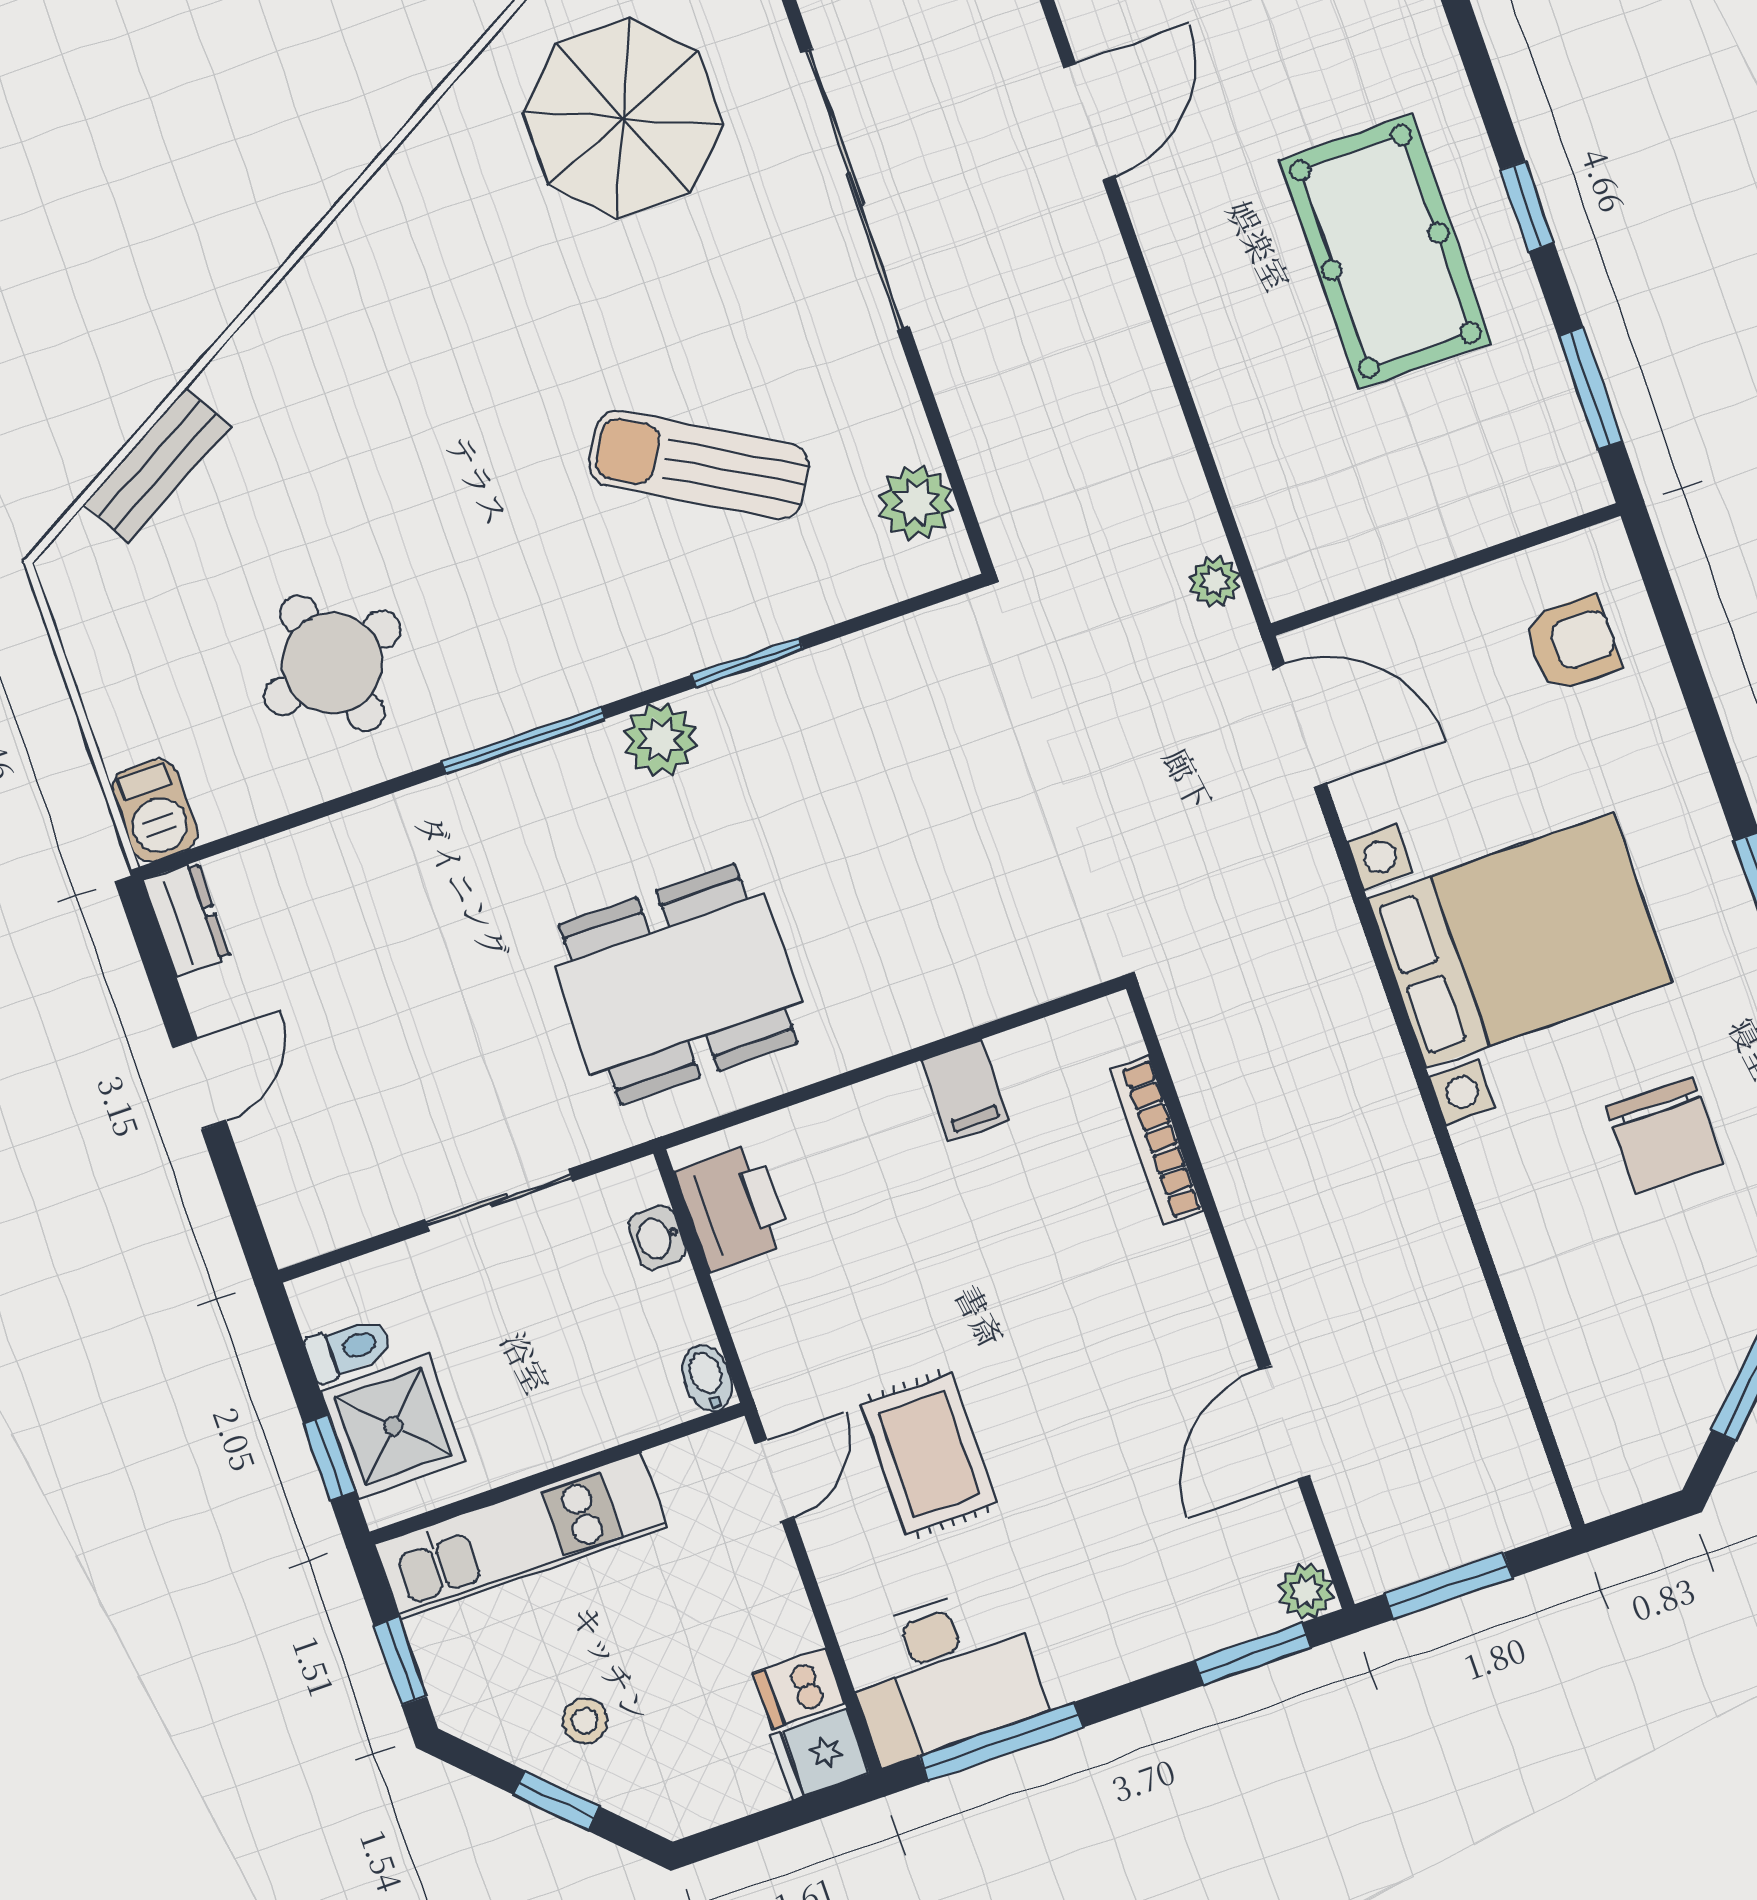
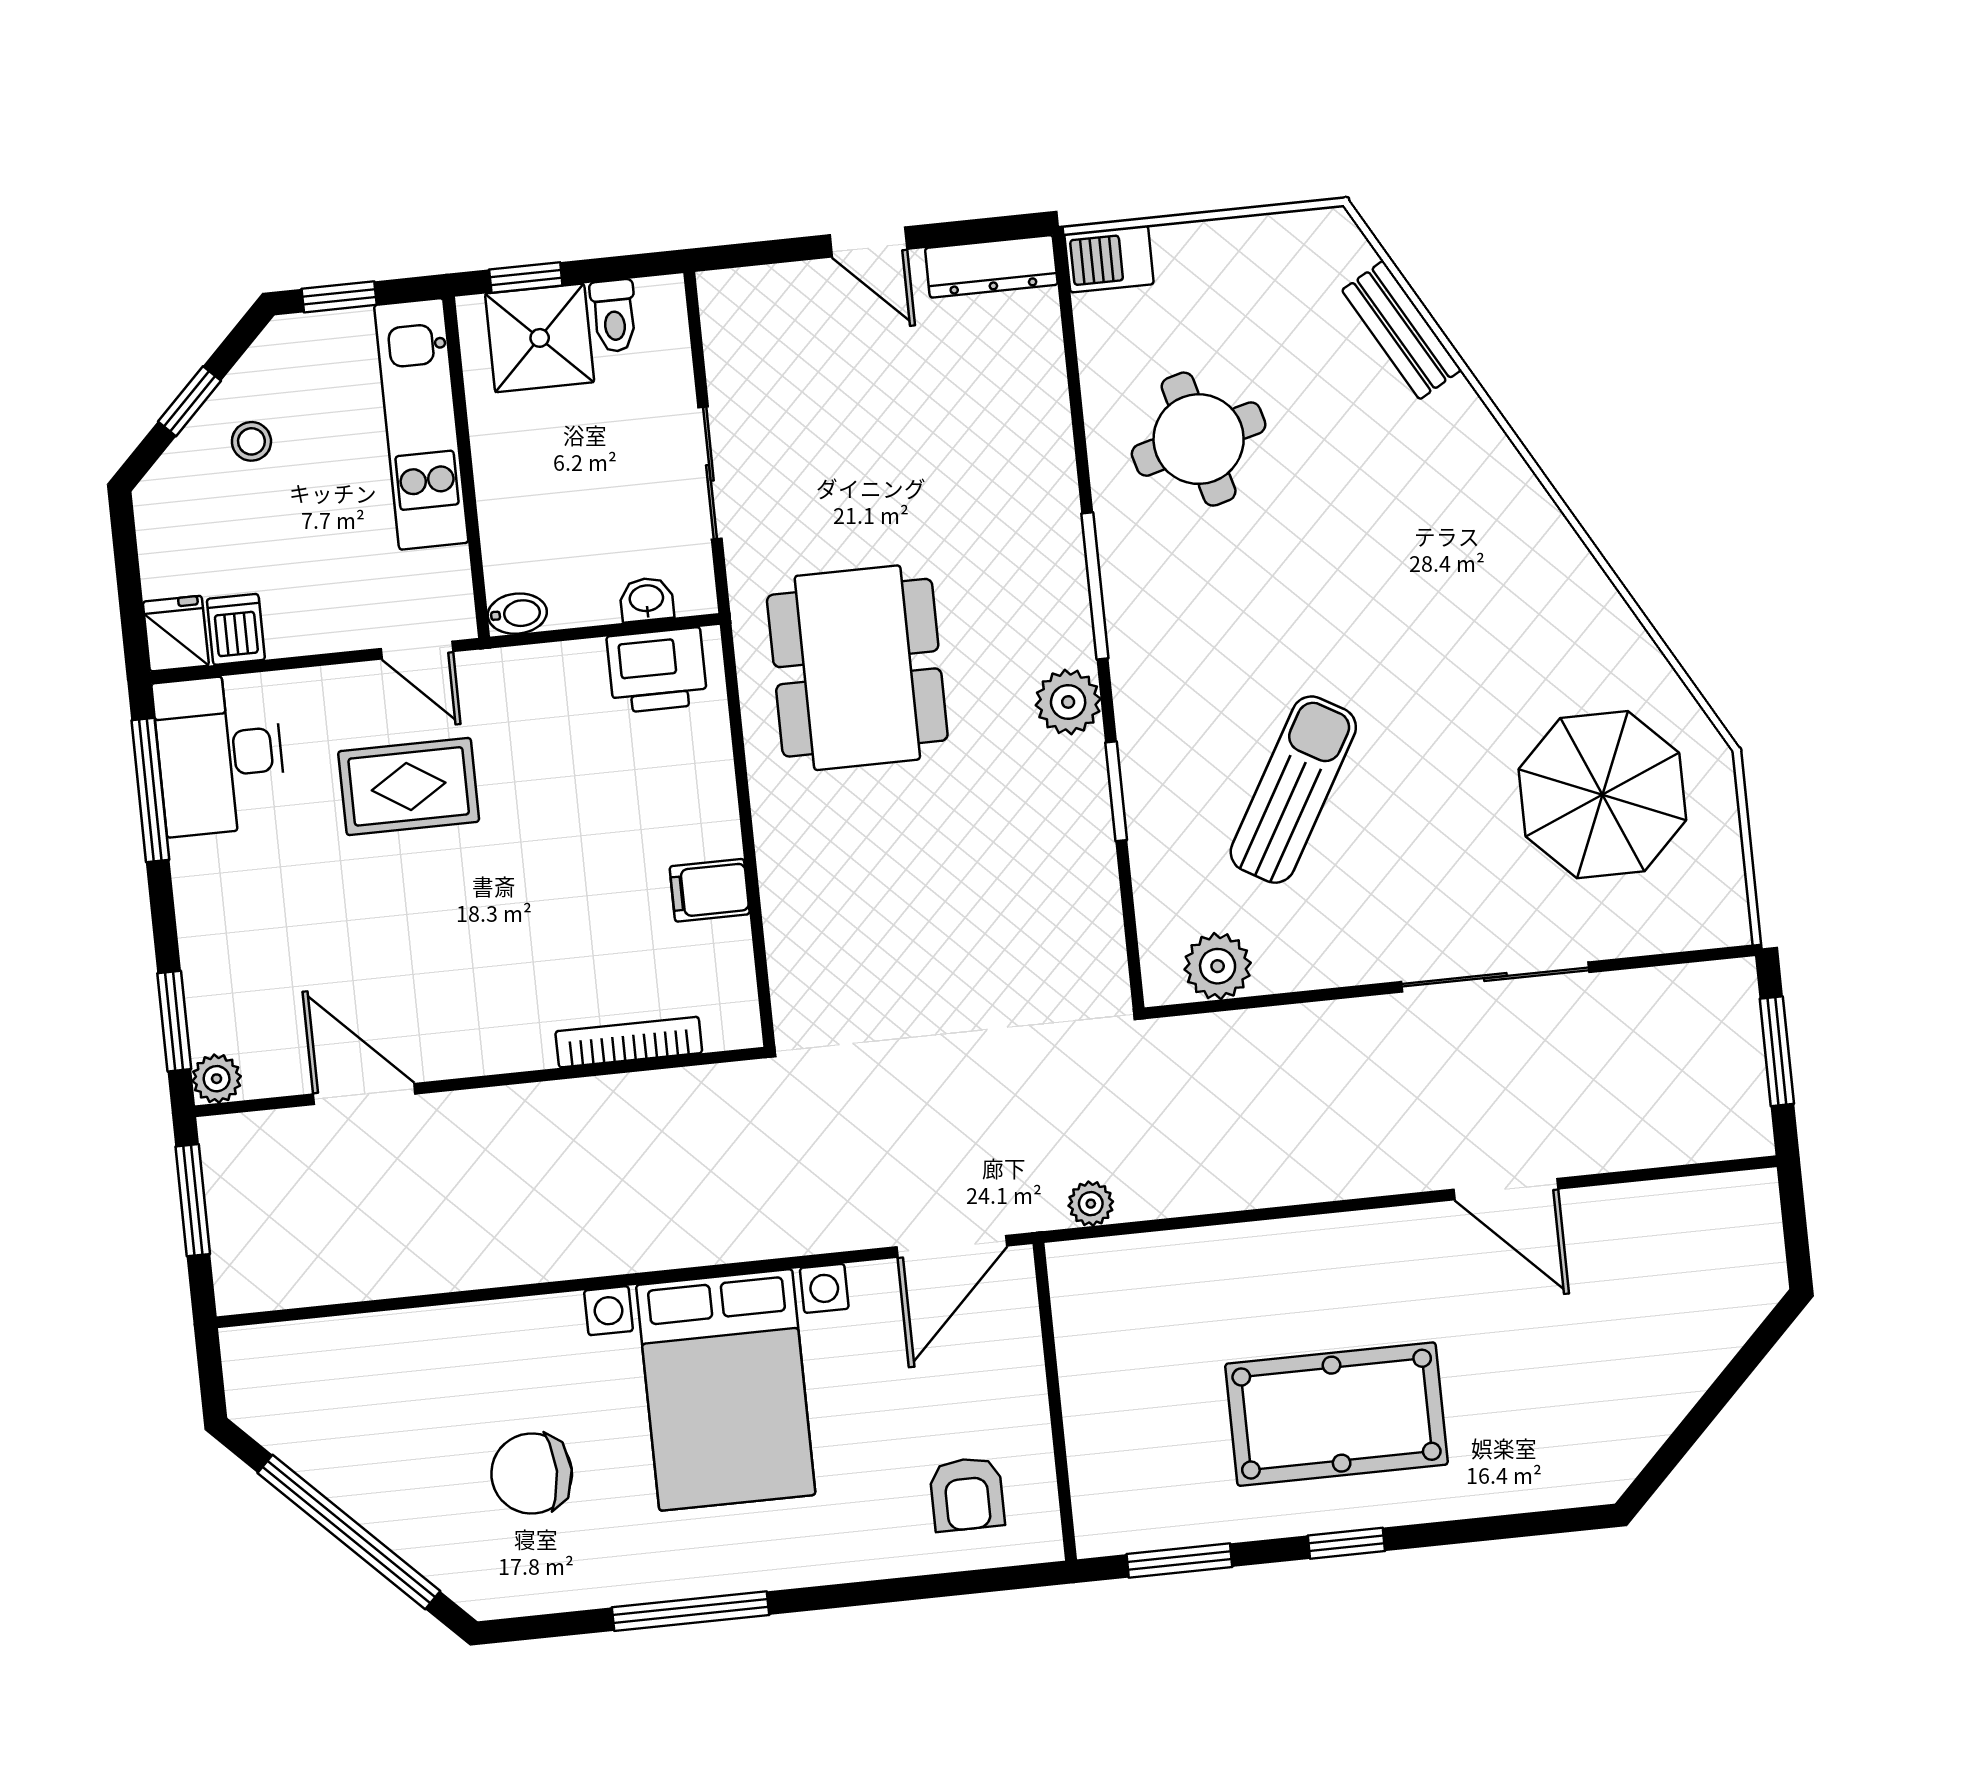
sliding door: (855, 189) -> (1495, 977), width x0.73
dresser: (187, 919) -> (991, 266), width x1.44

